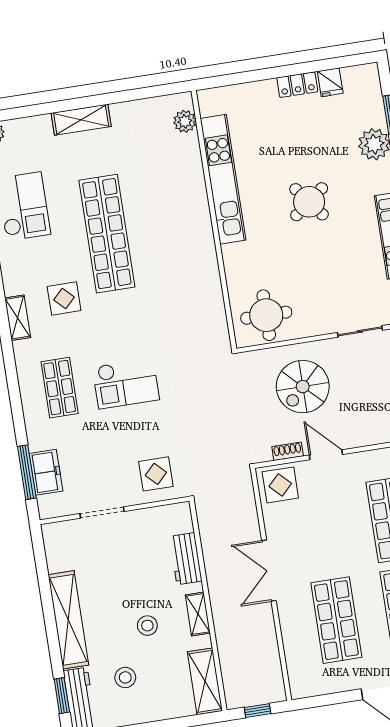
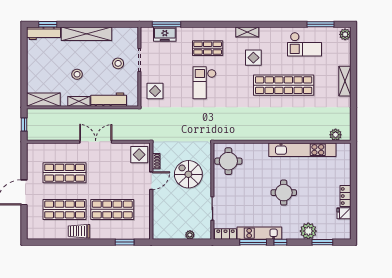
round table: (309, 202) -> (284, 193), turned 38
workbench: (186, 559) -> (109, 100), width x1.38
stool: (125, 677) -> (118, 63), moved

